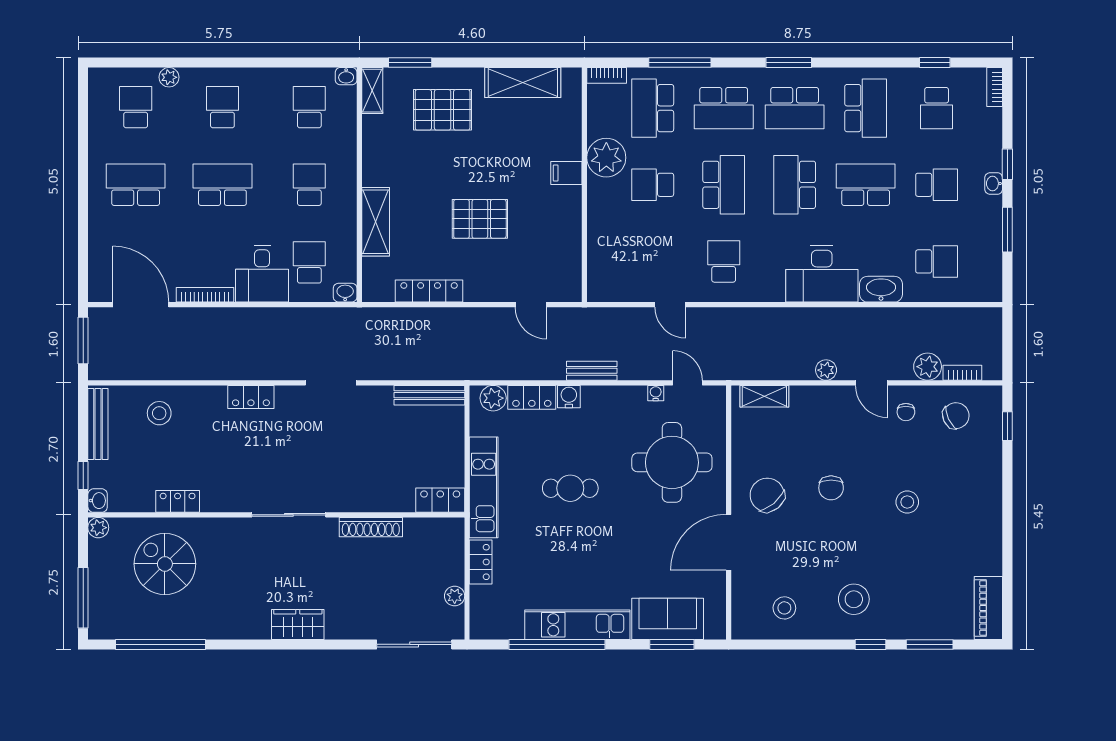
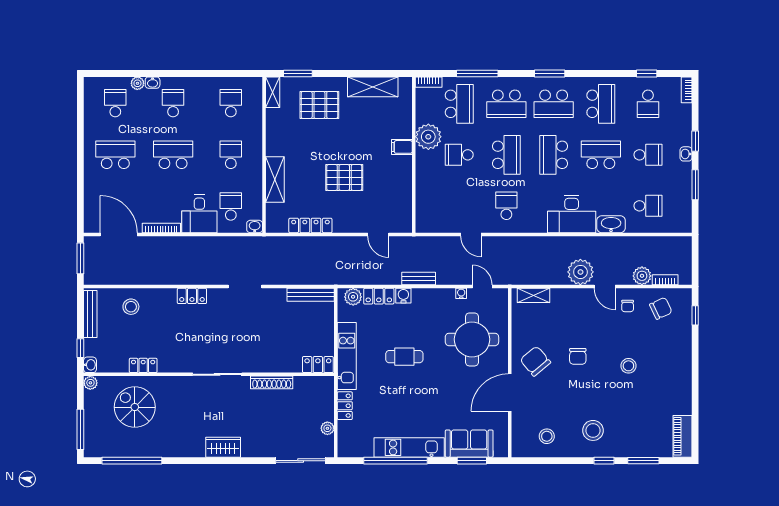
washbasin: (346, 76) -> (153, 83), moved
school desk: (653, 108) -> (459, 104), turned 180
plant: (826, 370) -> (580, 272), width x1.87, depth x1.87

